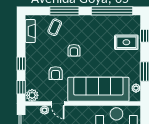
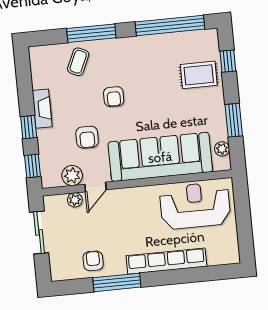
fireplace: (30, 31) -> (42, 109), moved
plant: (32, 95) -> (72, 176), moved
door: (58, 104) -> (95, 187), hinge flipped

